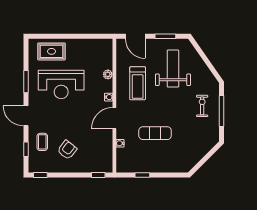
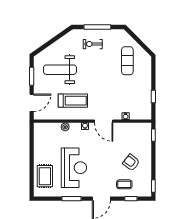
exercise mat: (155, 133) -> (127, 61), moved

